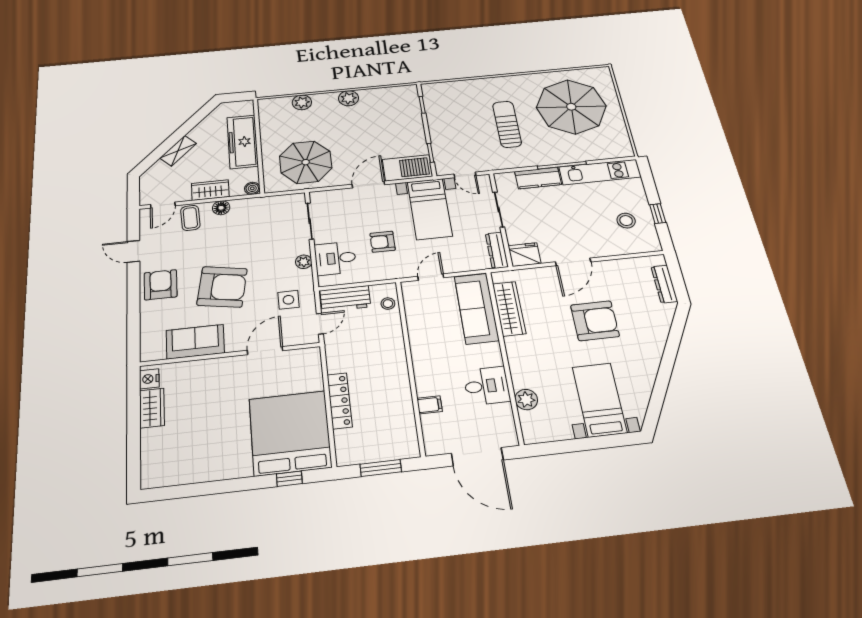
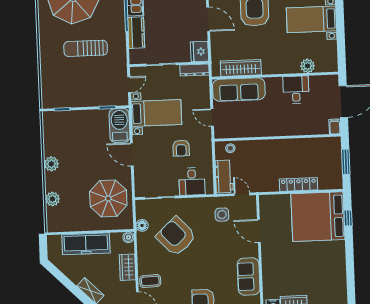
floor lamp: (221, 208) -> (142, 225), moved
plant: (304, 262) -> (193, 203), removed
armchair: (222, 287) -> (176, 237), moved, turned -53
filing cabinet: (430, 405) -> (335, 127), moved

